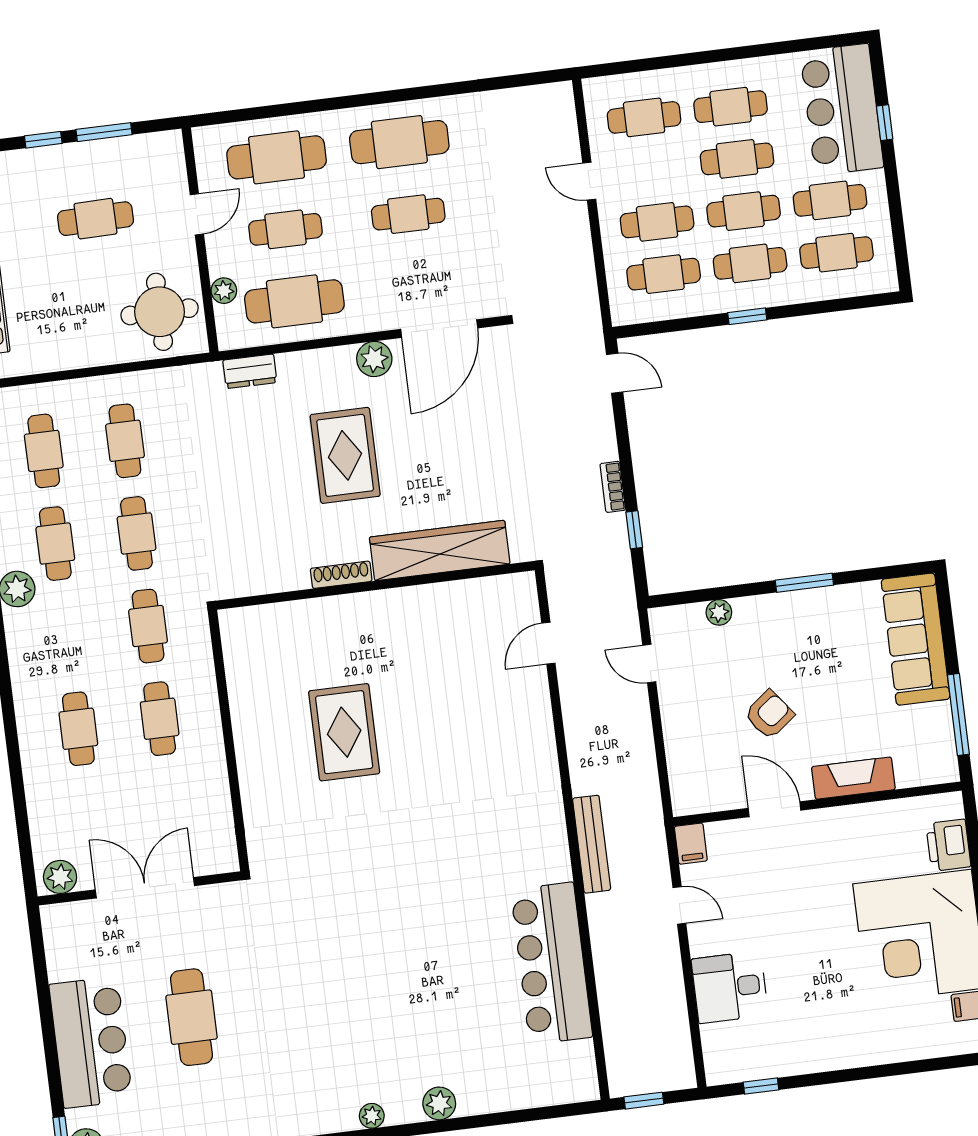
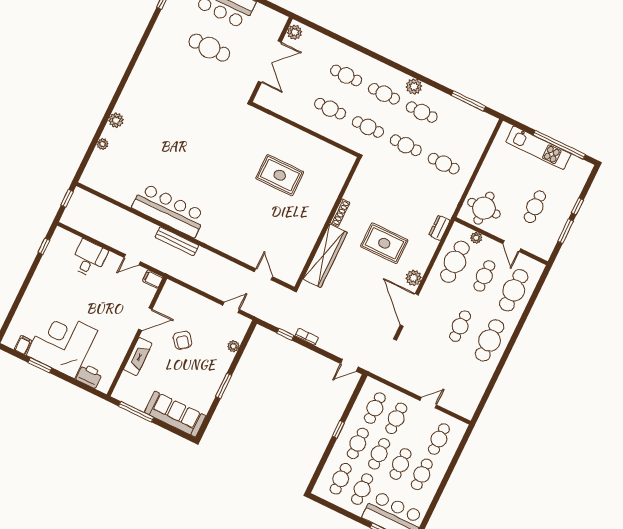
cafe table: (44, 451) -> (384, 94), moved
bar counter: (552, 963) -> (169, 210), moved
plant: (372, 1116) -> (103, 144), moved

